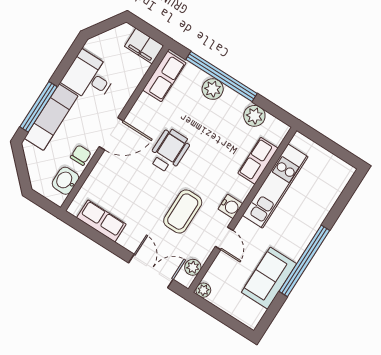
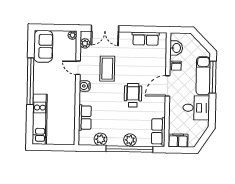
wheelchair: (169, 151) -> (133, 95), turned 180
kitchen unit: (275, 186) -> (40, 119), moved, turned 180
sofa: (269, 278) -> (43, 46), moved

